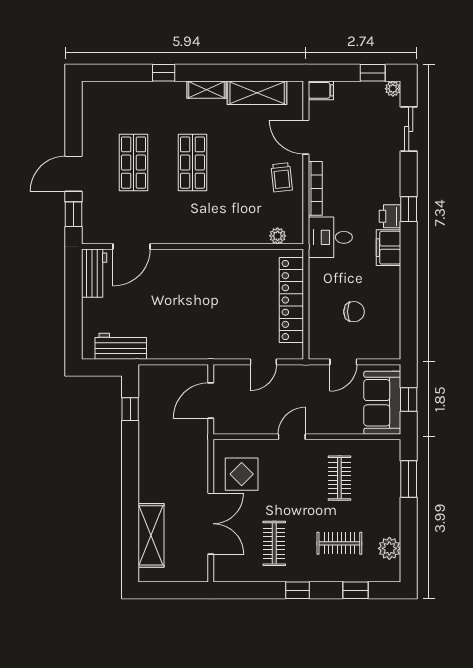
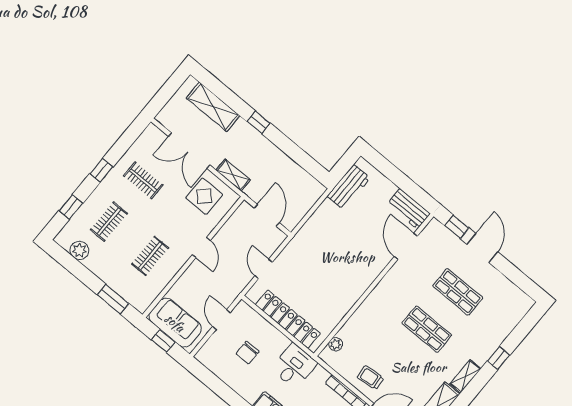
desk: (330, 237) -> (294, 366), moved
window: (130, 409) -> (259, 122), moved
shelving: (199, 464) -> (233, 175), added
clothes rail: (339, 478) -> (150, 256), turned 90

